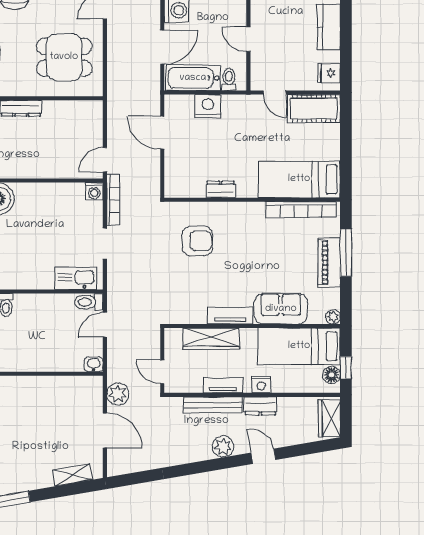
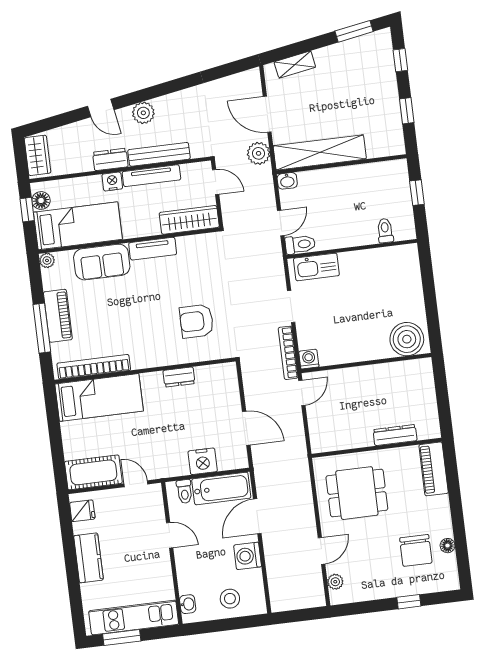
wardrobe: (211, 339) -> (189, 220), moved
tv unit: (223, 385) -> (151, 176), width x1.41
shelving: (59, 388) -> (320, 152), added

